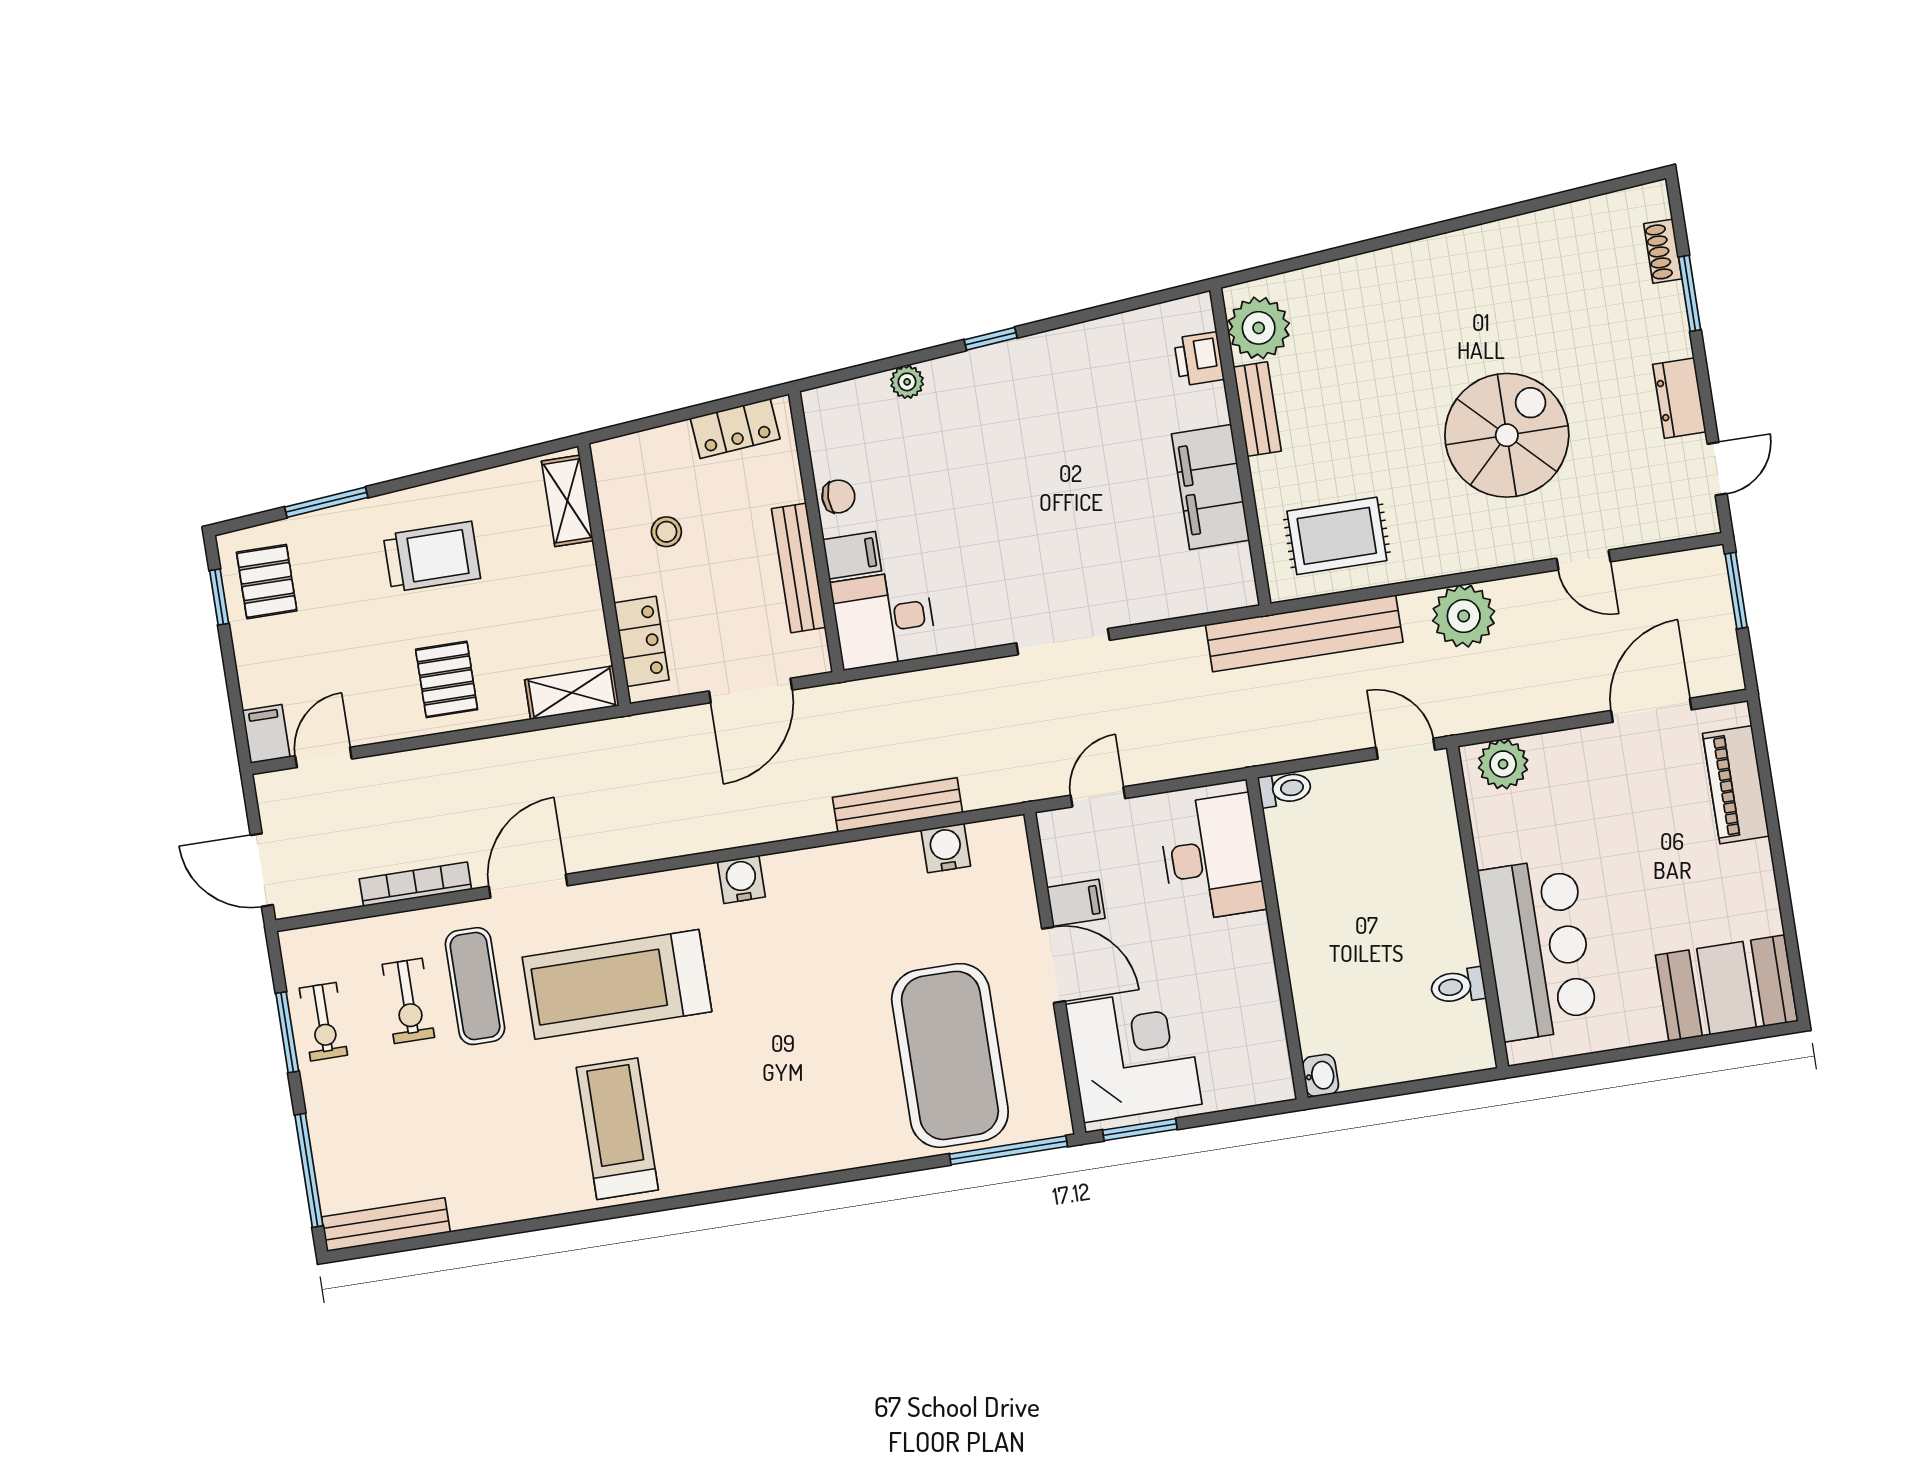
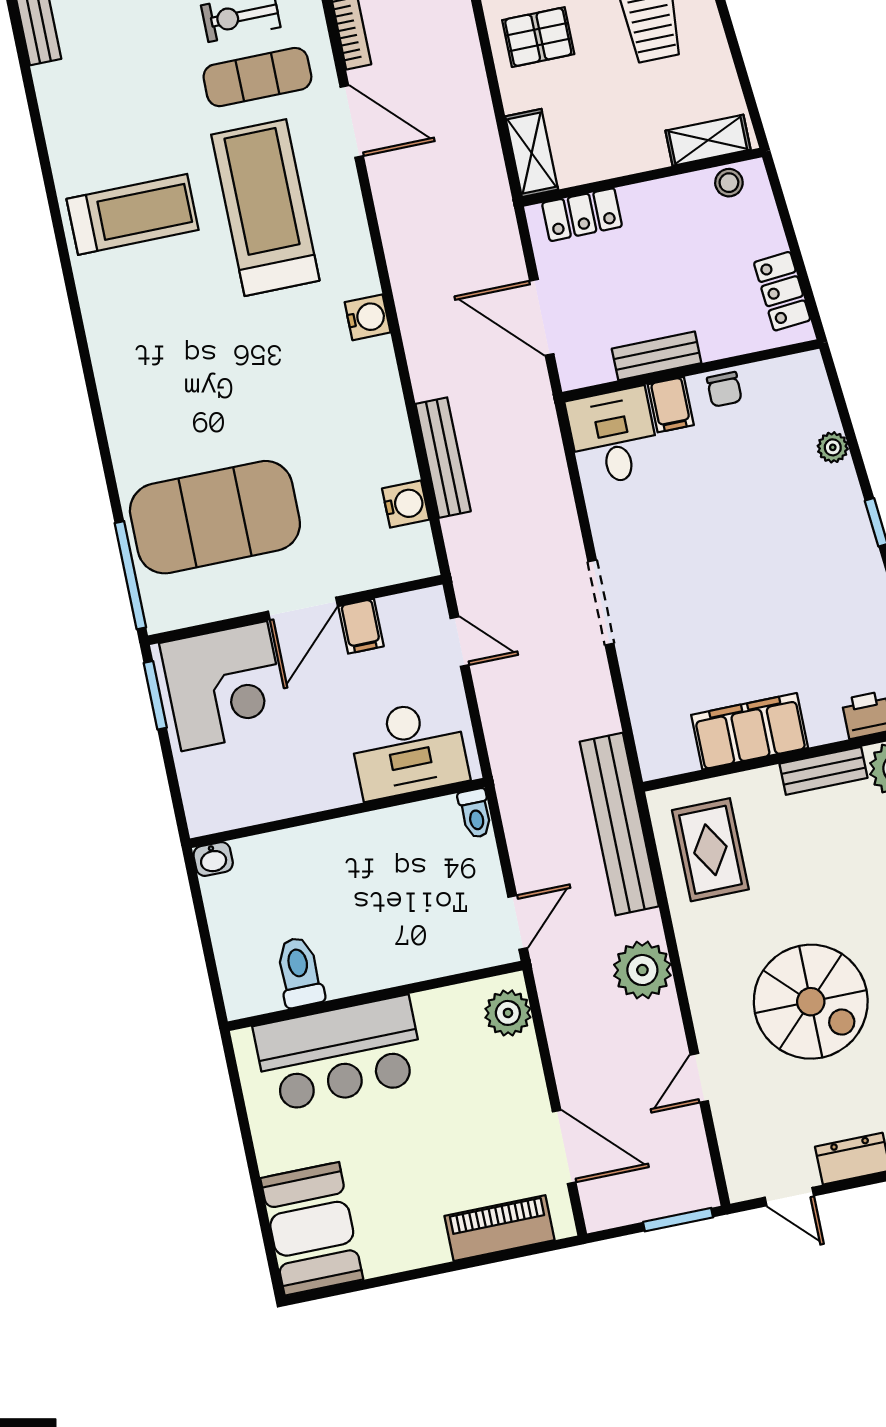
stool: (666, 532) -> (729, 183), moved
bench: (799, 568) -> (657, 356), width x0.73
toilet: (1458, 986) -> (300, 972), width x1.37, depth x1.39

